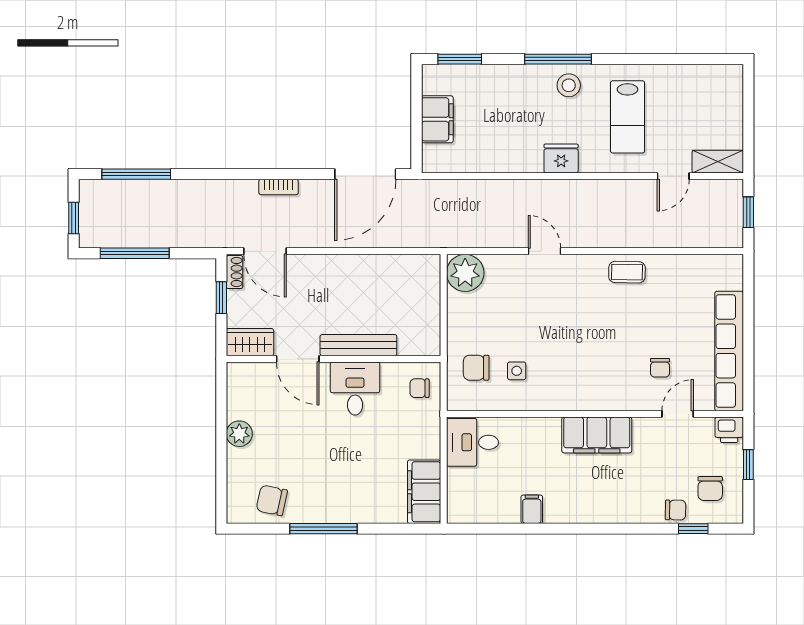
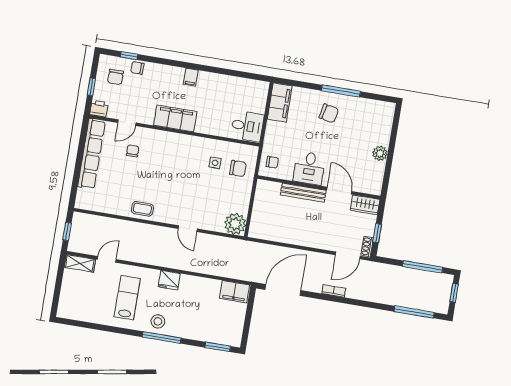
filing cabinet: (437, 119) -> (234, 292), moved, turned -90
door: (265, 251) -> (348, 255), swing flipped
chair: (710, 488) -> (115, 77), turned 180
chair: (272, 500) -> (329, 113), moved
filing cabinet: (532, 509) -> (191, 77), moved

